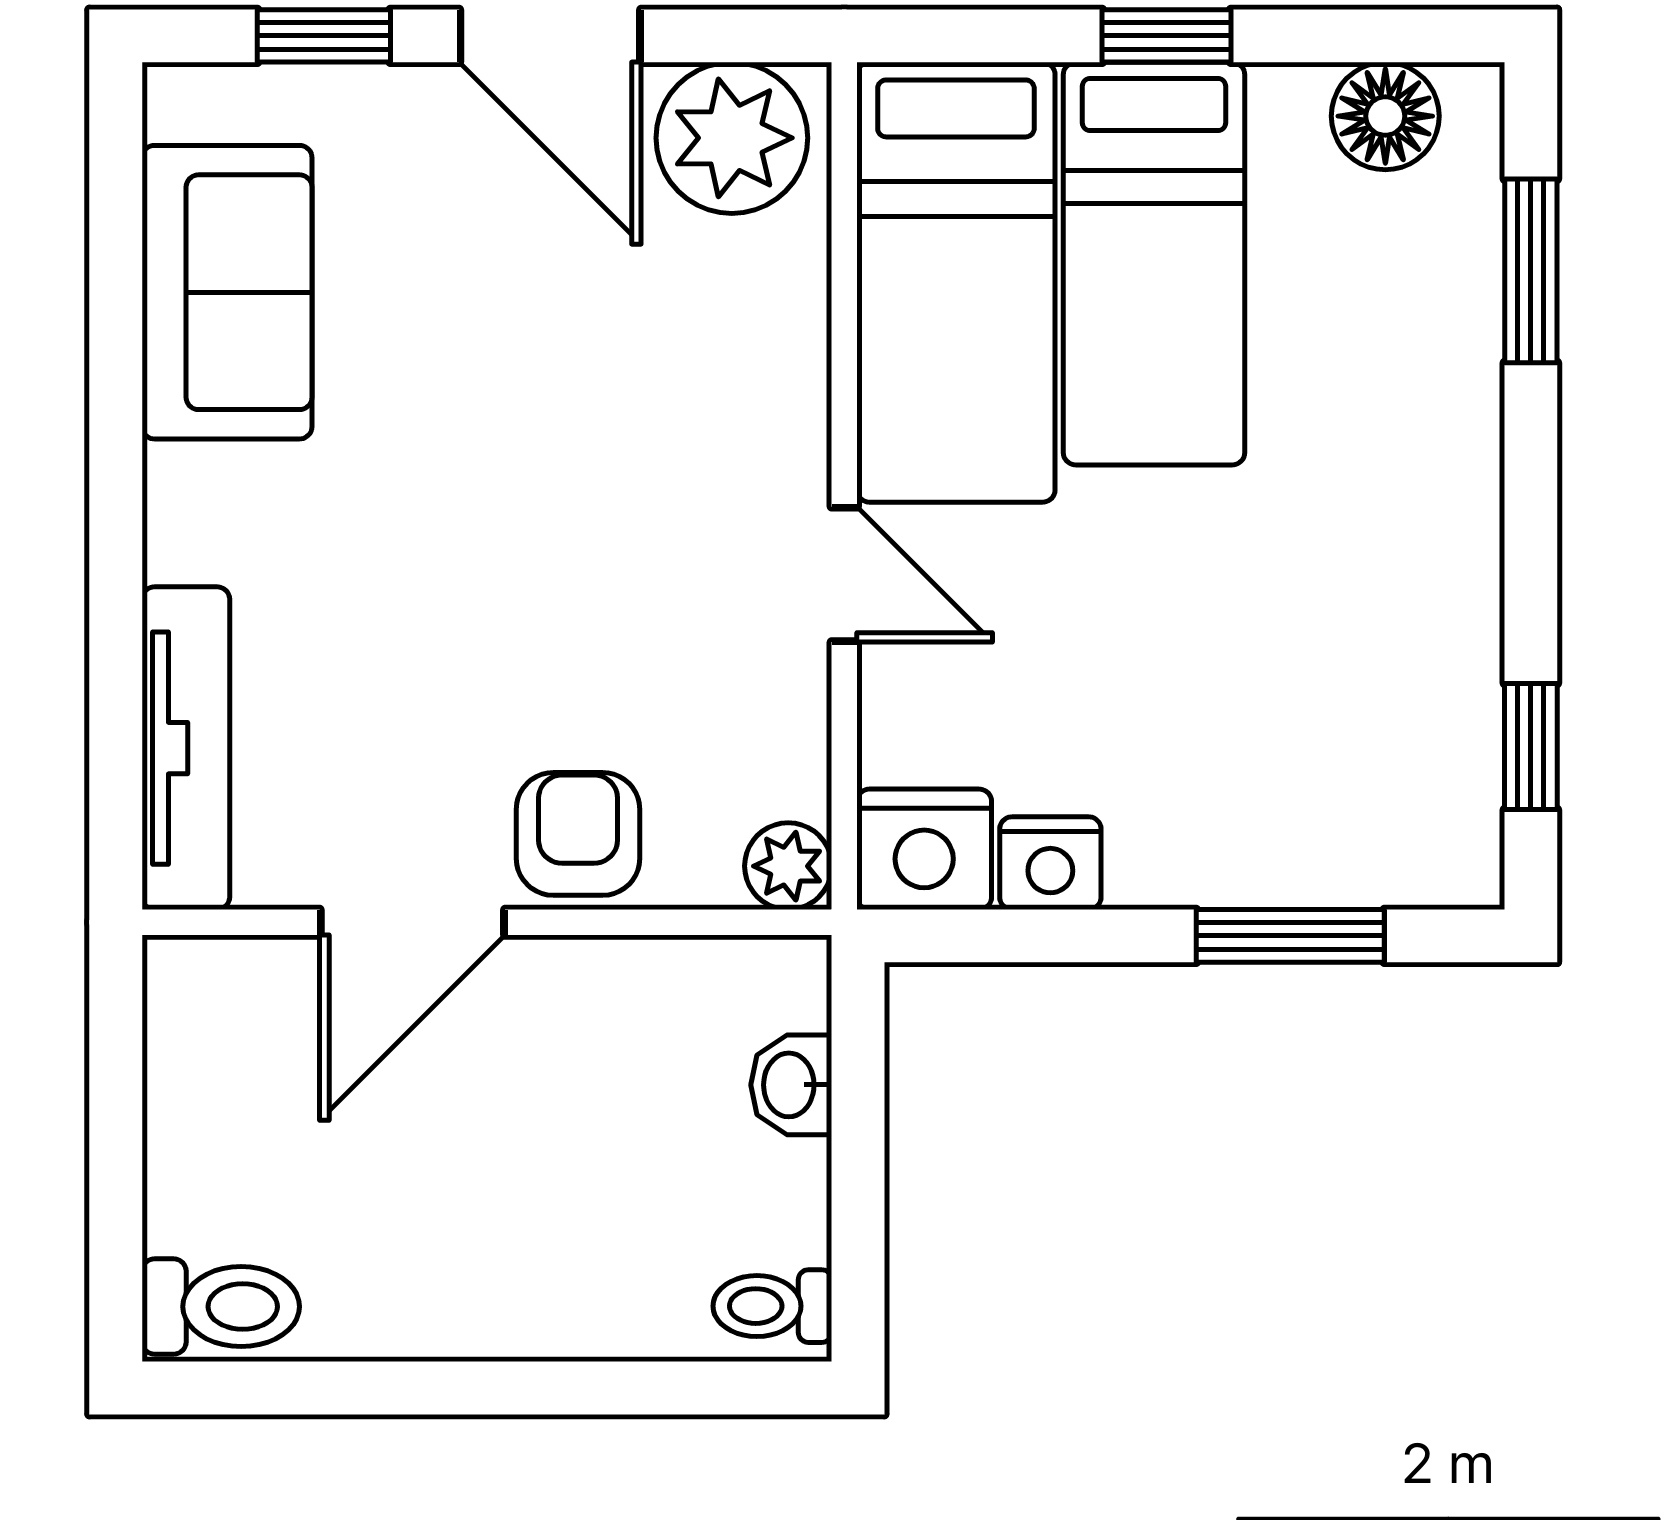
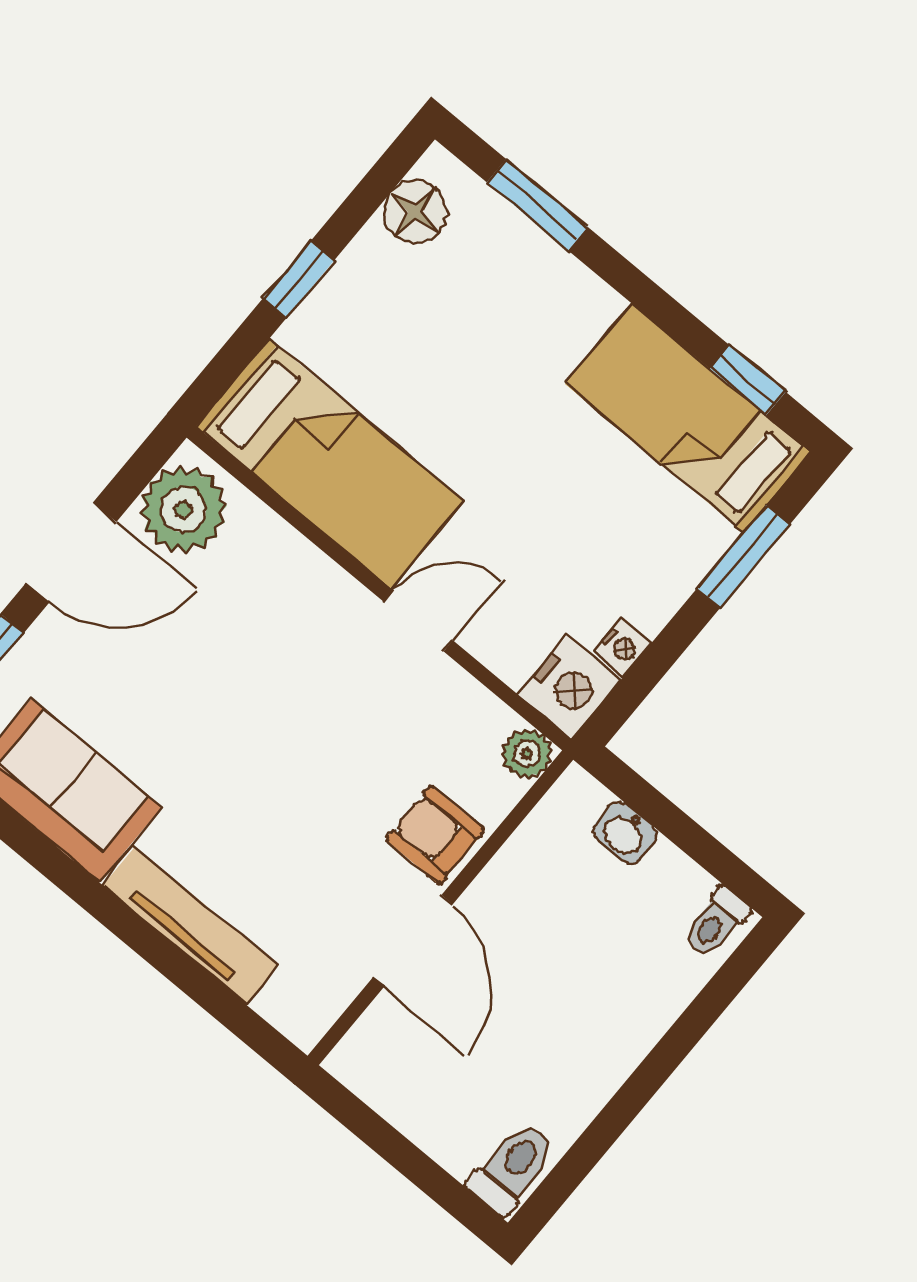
bed: (1154, 264) -> (688, 418), moved, turned 180
tv unit: (186, 748) -> (190, 926), moved
nightstand: (1050, 863) -> (622, 647), width x0.72, depth x0.74

